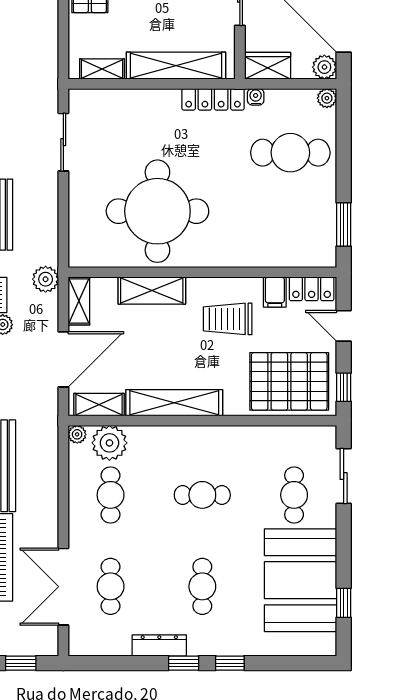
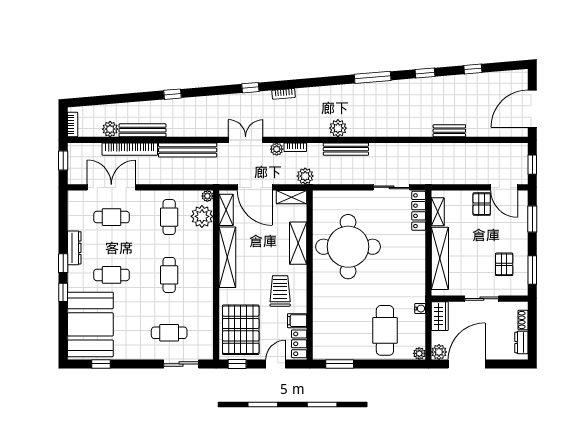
locker: (213, 99) -> (419, 211), moved
cafe table: (111, 495) -> (169, 217), turned 90
booth: (300, 580) -> (90, 324), moved, turned 90

